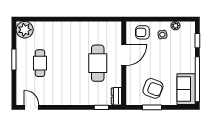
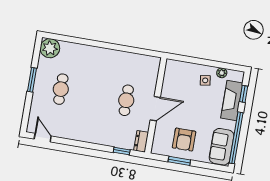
armchair: (142, 32) -> (183, 74), removed
fireplace: (188, 48) -> (232, 101), added
door: (124, 55) -> (155, 109), moved
cafe table: (98, 63) -> (126, 100), width x0.73, depth x0.74
armchair: (153, 88) -> (184, 140), turned 69

